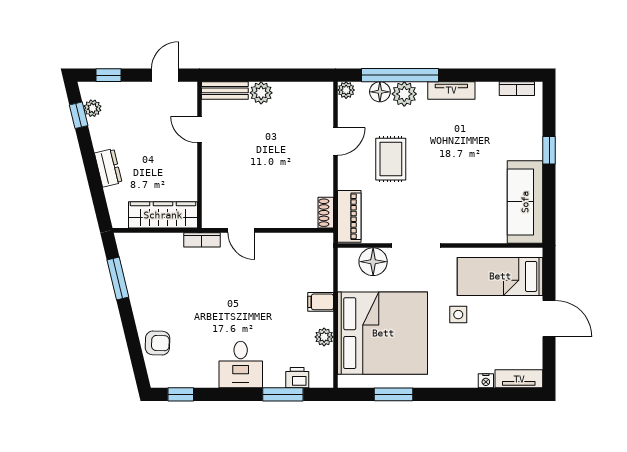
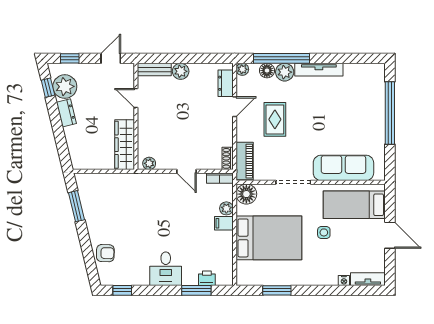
bookcase: (517, 89) -> (367, 68), removed
tv unit: (451, 90) -> (319, 70), width x1.41
plant: (93, 108) -> (65, 87), width x1.88, depth x1.88
dresser: (323, 109) -> (226, 83), added
window: (549, 150) -> (390, 113), width x3.17
dresser: (108, 168) -> (66, 113), moved
sofa: (525, 202) -> (343, 168), moved, turned 90
wardrobe: (163, 215) -> (125, 145), moved, turned -90
plant: (218, 220) -> (149, 163), added
door: (241, 230) -> (187, 171), moved
bookcase: (202, 240) -> (220, 178), moved
floor lamp: (373, 262) -> (246, 194), moved
bed: (383, 333) -> (269, 238), width x0.73
plant: (324, 337) -> (226, 208), moved

